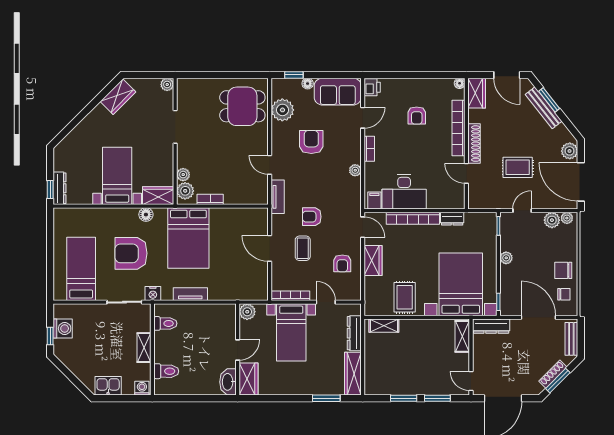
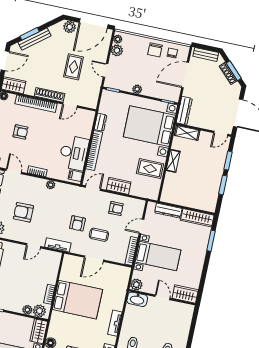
bed: (188, 238) -> (77, 300), moved
shelving: (384, 326) -> (173, 161), moved
washbasin: (228, 382) -> (137, 299), moved

